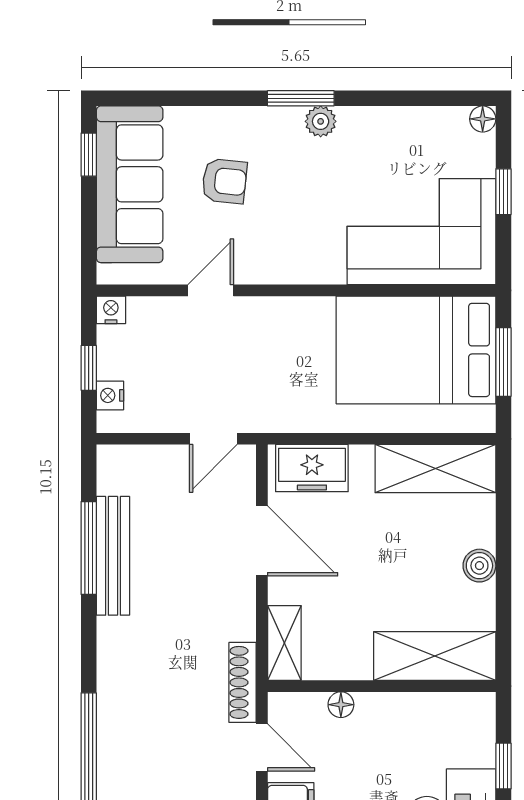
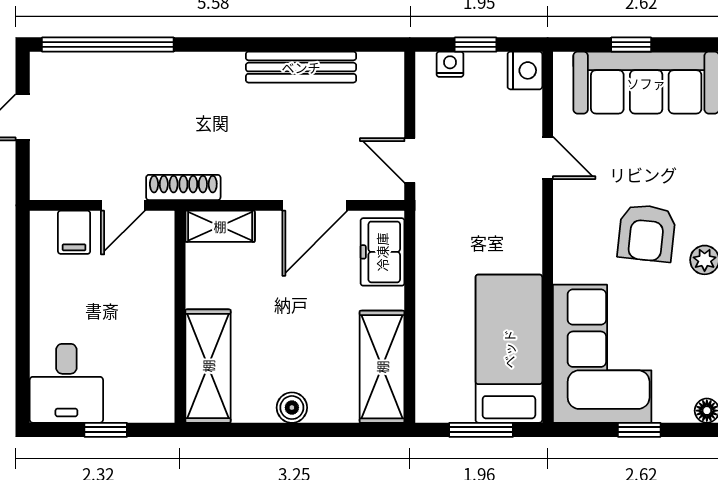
window: (89, 155) -> (631, 45), moved
armchair: (224, 181) -> (647, 233), moved, width x1.38, depth x1.38
nightstand: (111, 310) -> (525, 70), width x1.39, depth x1.35
bed: (416, 350) -> (509, 349), width x0.67
window: (89, 548) -> (308, 45), removed
floor lamp: (341, 705) -> (163, 279), removed

